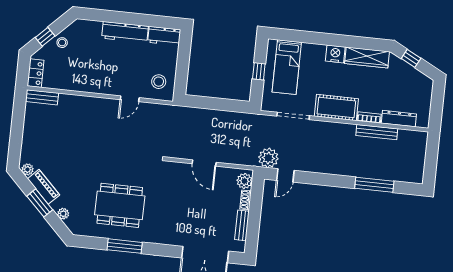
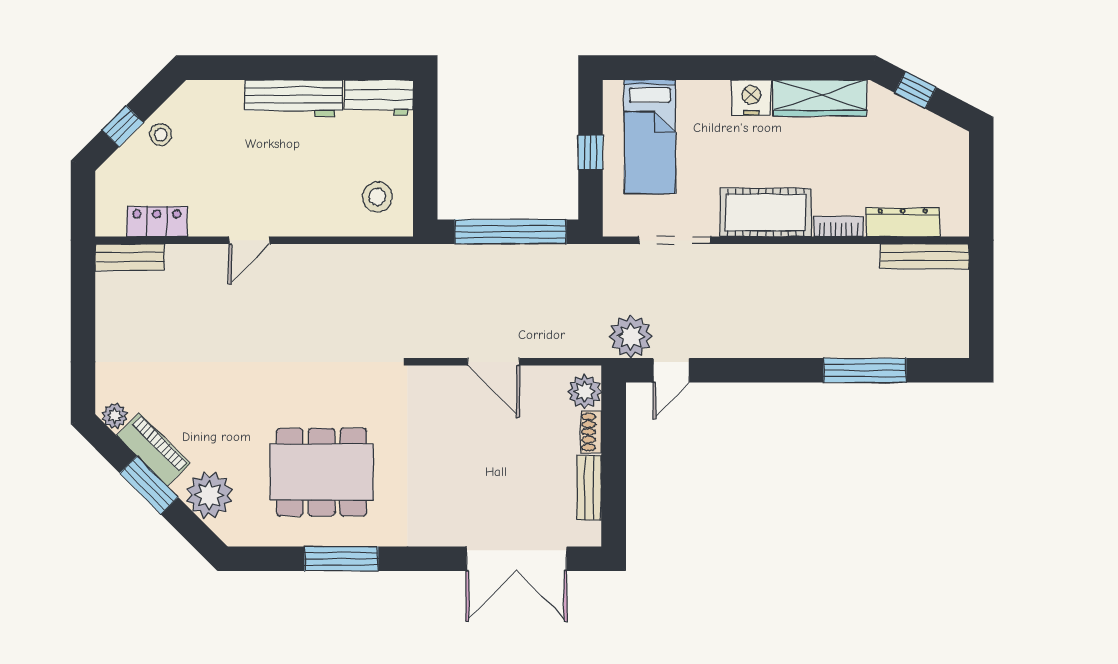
locker: (36, 73) -> (157, 221), moved, turned -90
door: (130, 99) -> (249, 240), moved
window: (218, 104) -> (511, 232), added
bench: (377, 132) -> (925, 256), moved
plant: (63, 214) -> (209, 495), width x1.88, depth x1.88

